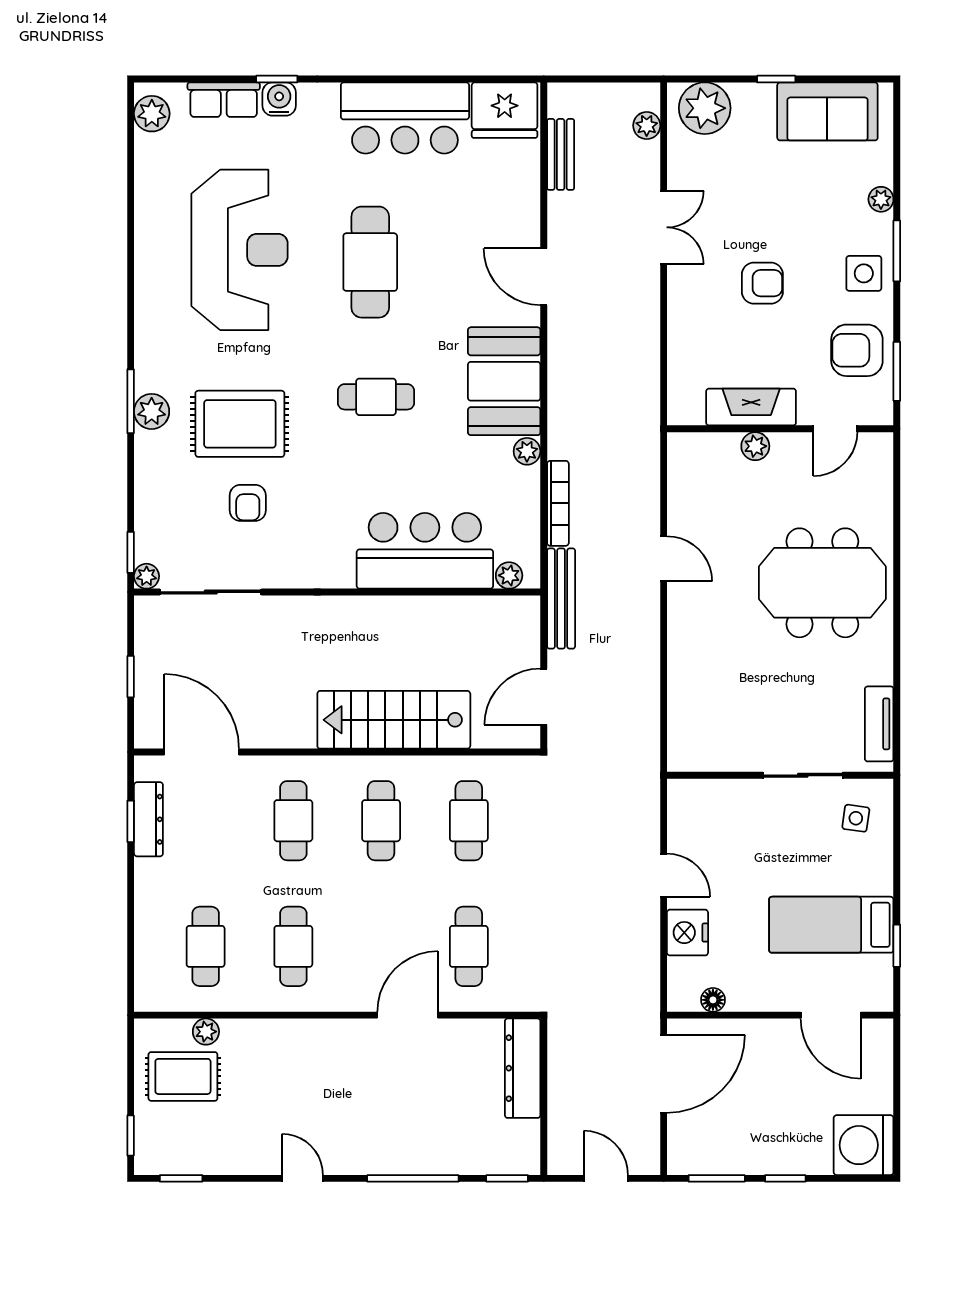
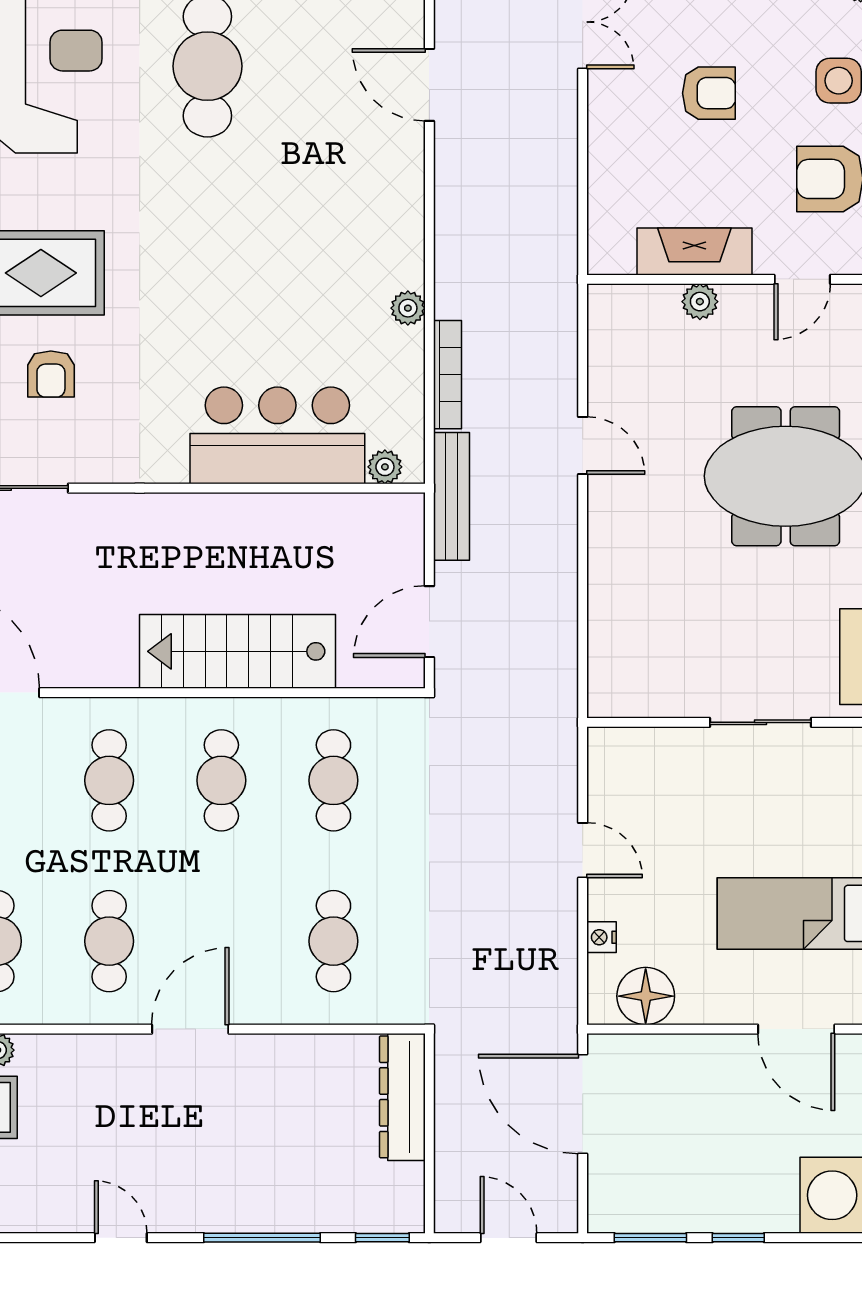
booth: (504, 381) -> (379, 219), removed
cafe table: (376, 397) -> (215, 238), removed
side table: (856, 818) -> (828, 777), removed
nightstand: (687, 933) -> (602, 937), width x0.53, depth x0.56
floor lamp: (713, 1000) -> (646, 996), width x1.89, depth x1.89
door: (408, 1015) -> (190, 1029), moved
door: (664, 1074) -> (583, 1104), swing flipped

